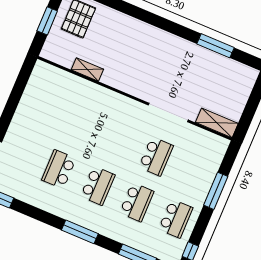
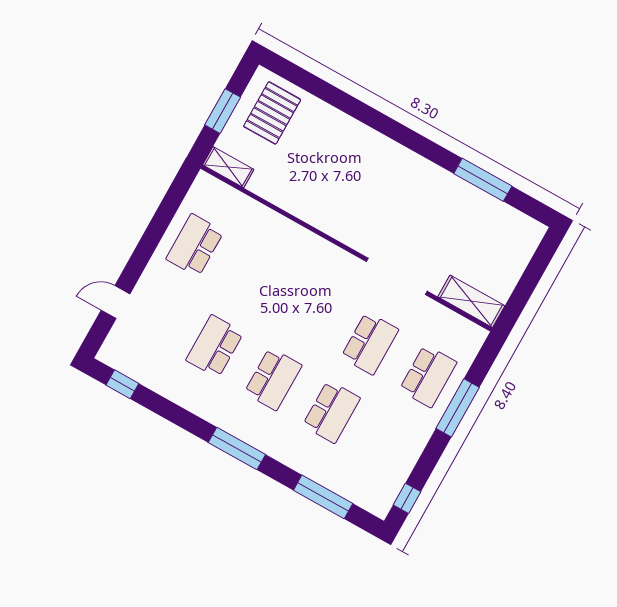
shelving: (87, 70) -> (228, 167), moved
school desk: (39, 107) -> (195, 245), added
school desk: (176, 219) -> (428, 376), moved

